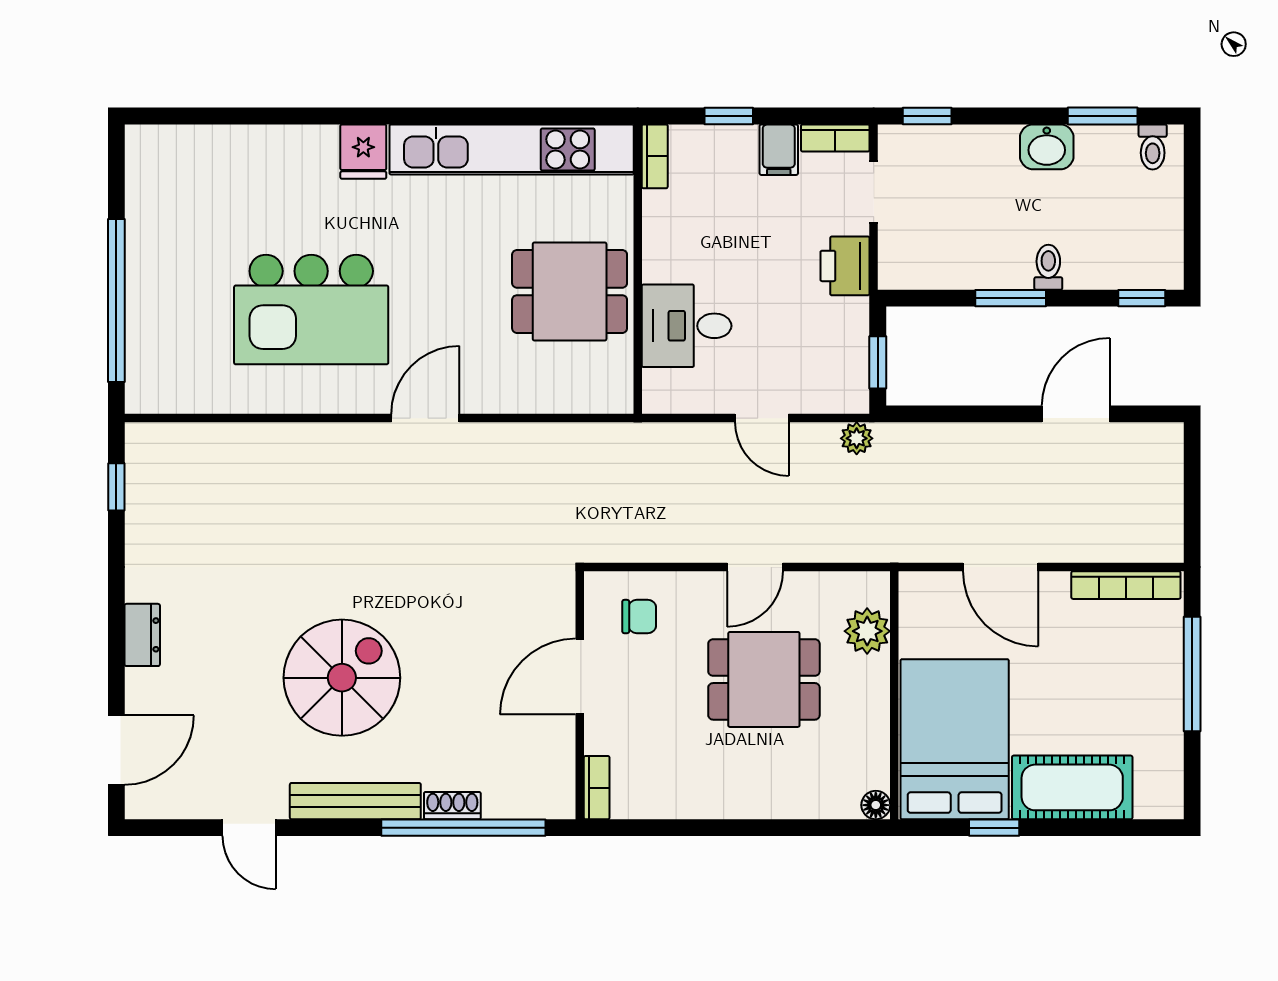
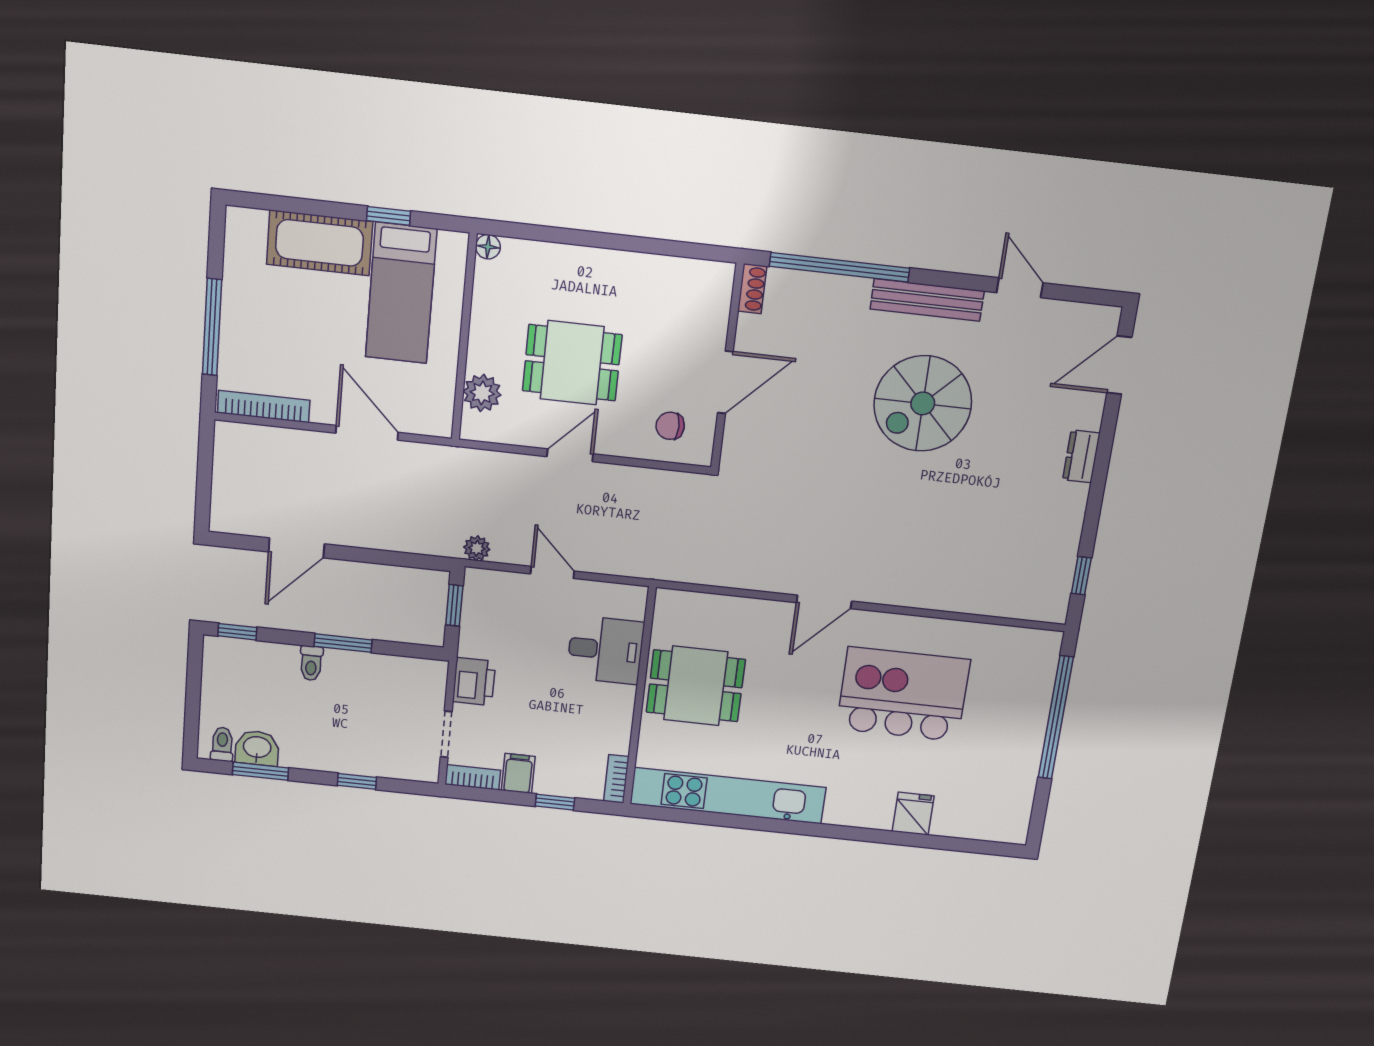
window: (927, 116) -> (357, 781), moved
washbasin: (1047, 147) -> (257, 748), moved
fridge: (363, 152) -> (913, 814), moved
bed: (955, 739) -> (401, 293), width x0.67
bookcase: (597, 788) -> (723, 288), removed
shoe rack: (452, 806) -> (752, 289), moved, turned -90

